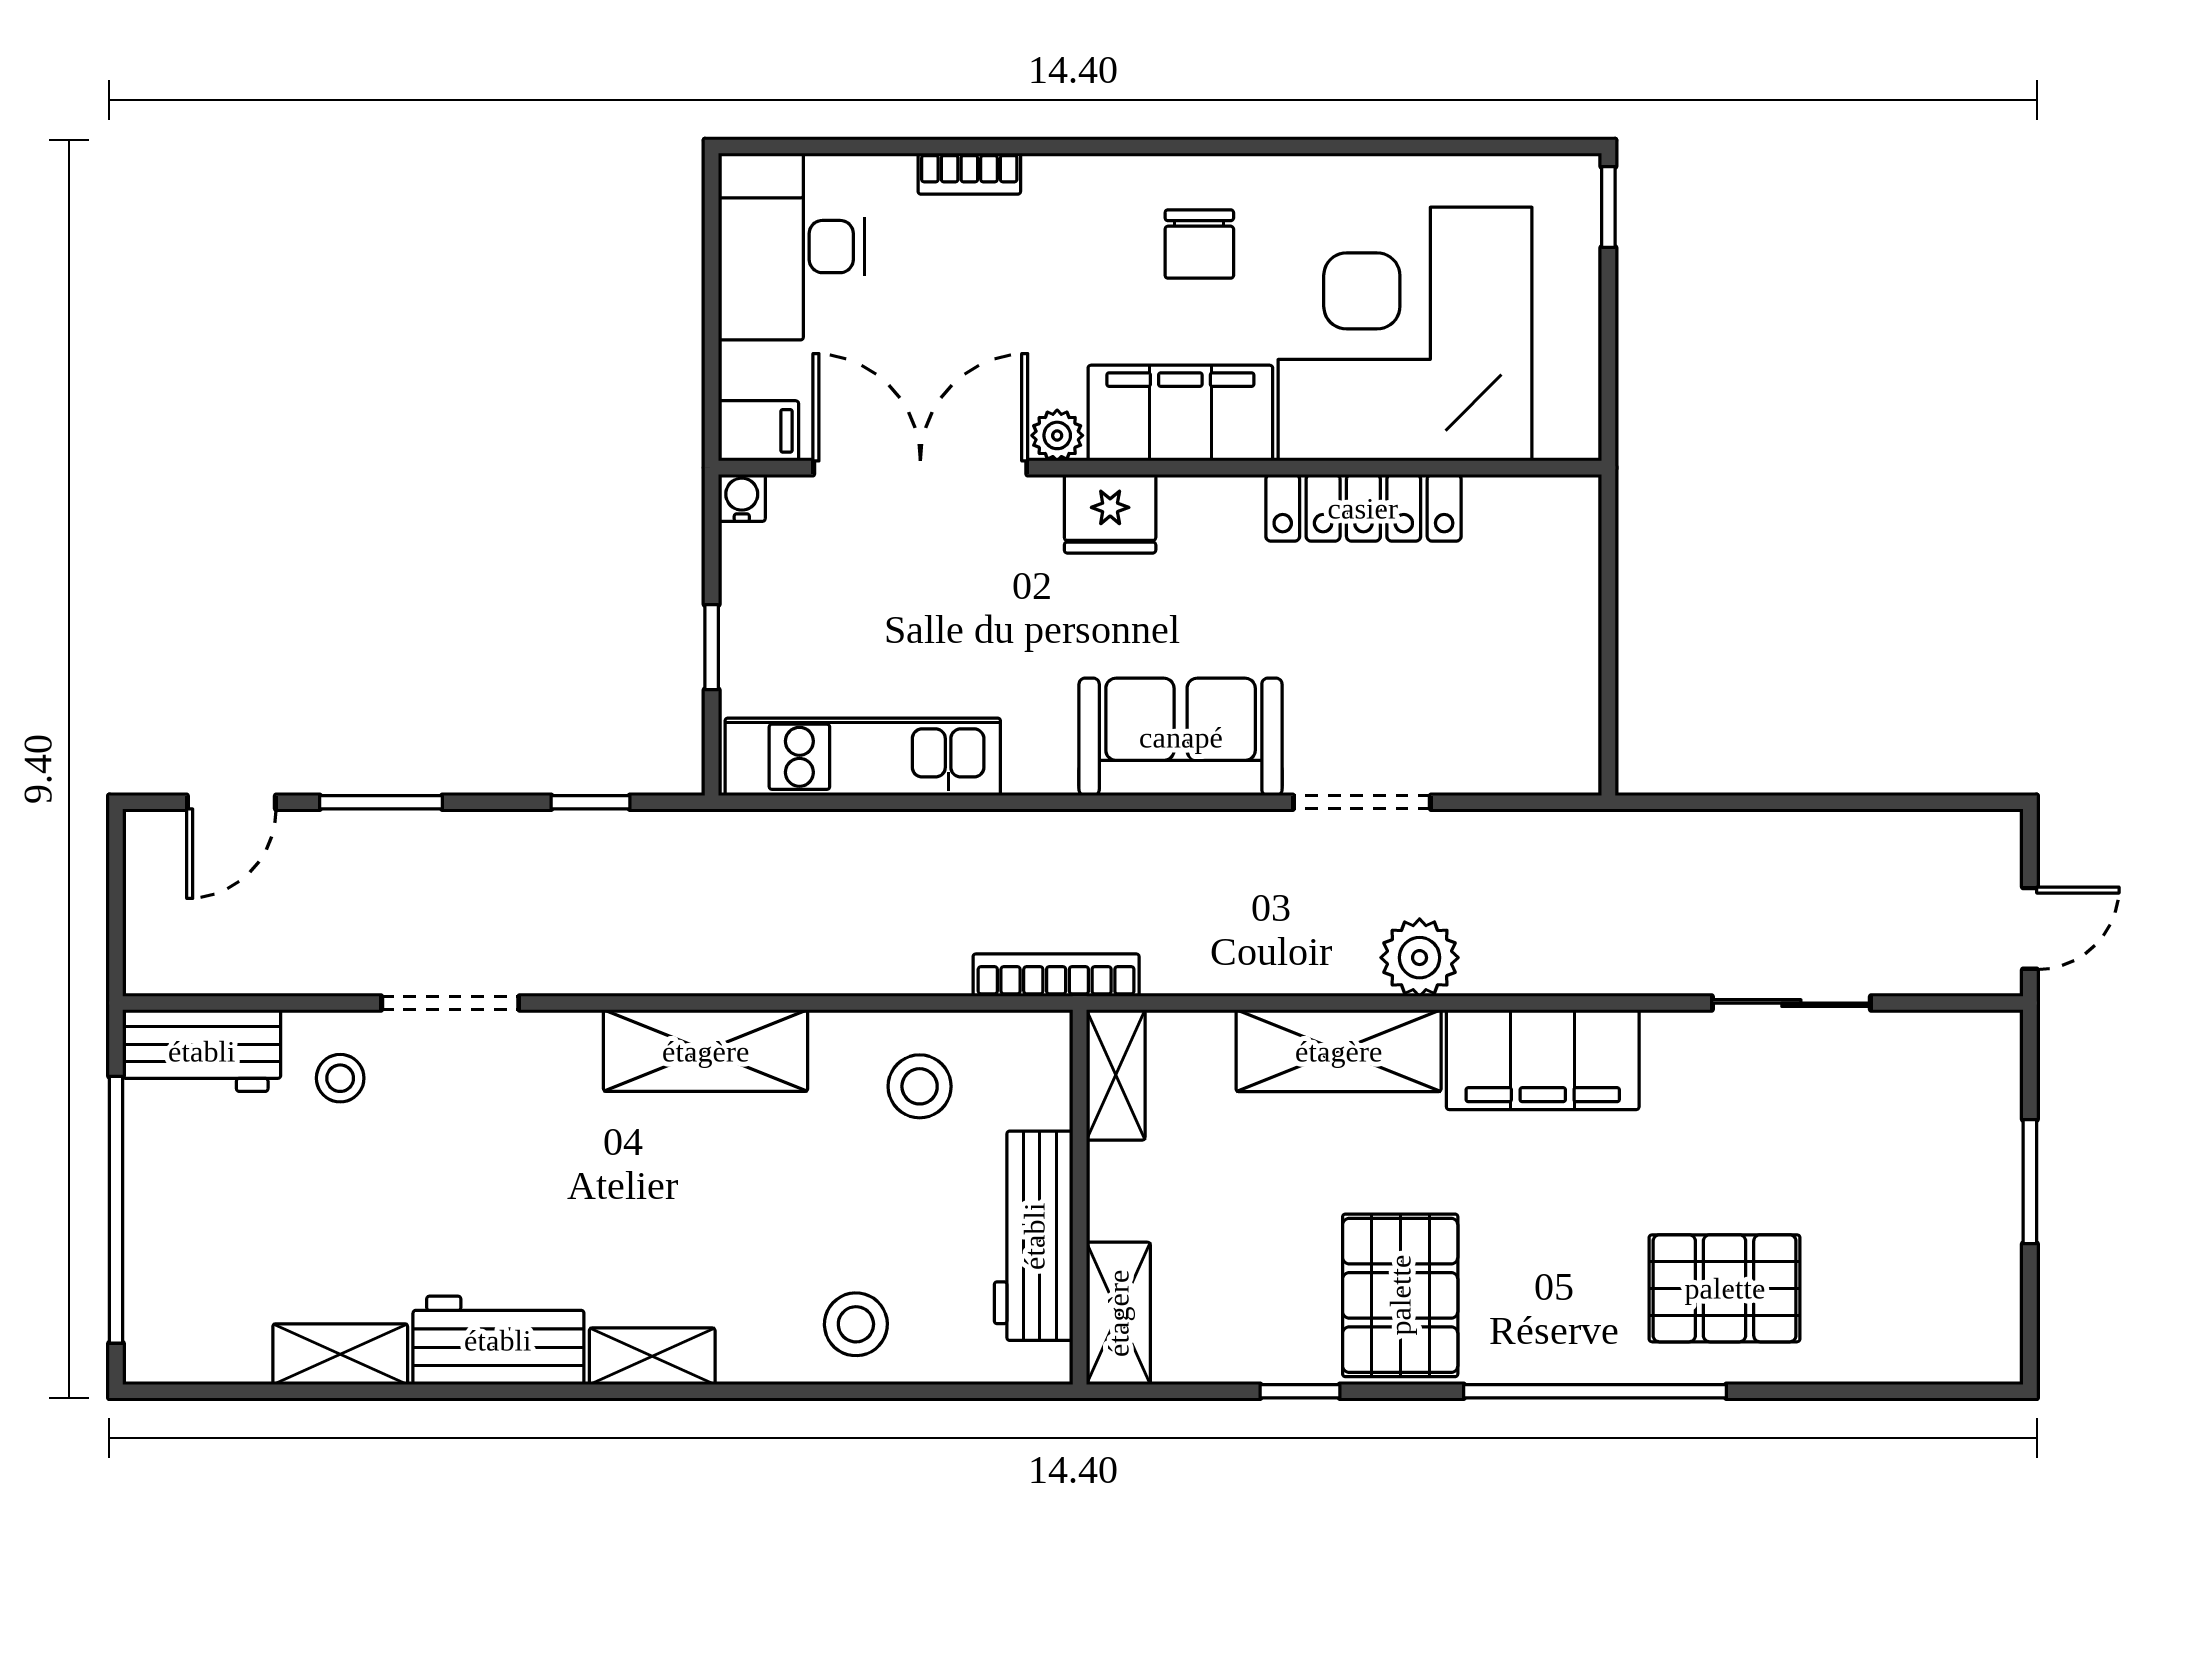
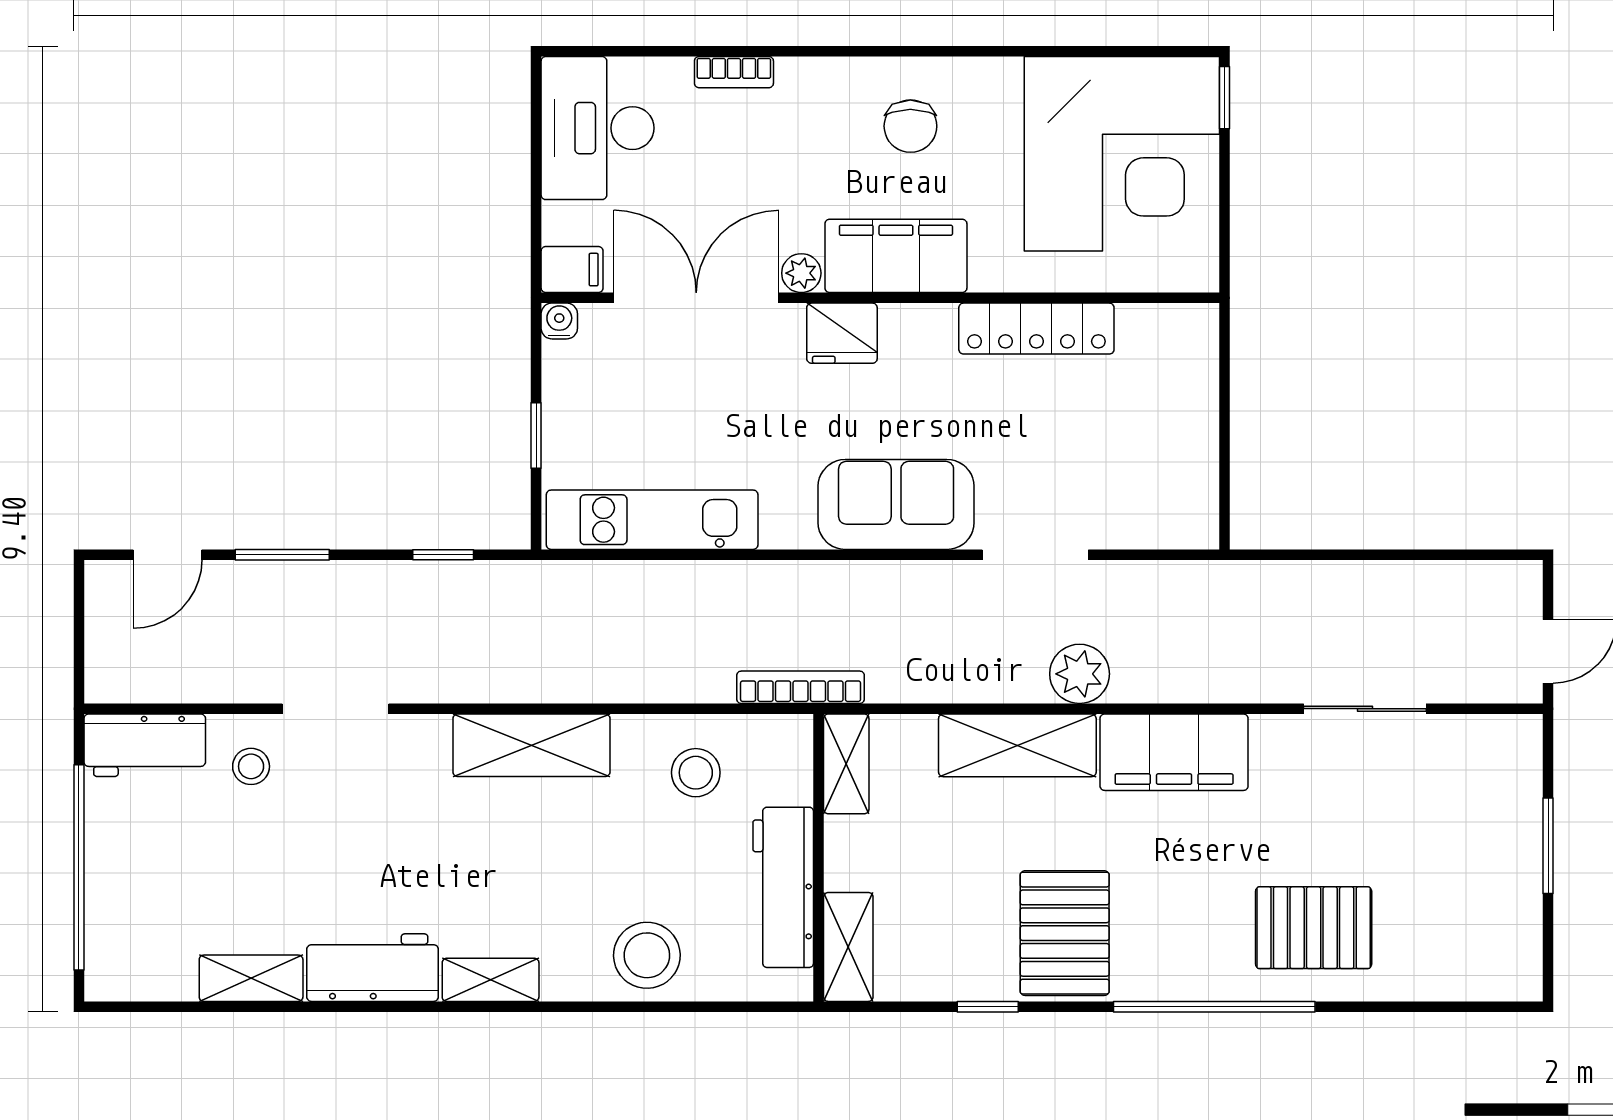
corner desk: (1405, 334) -> (1122, 154), moved, turned 180
stool: (856, 1324) -> (647, 955), width x1.38, depth x1.38

